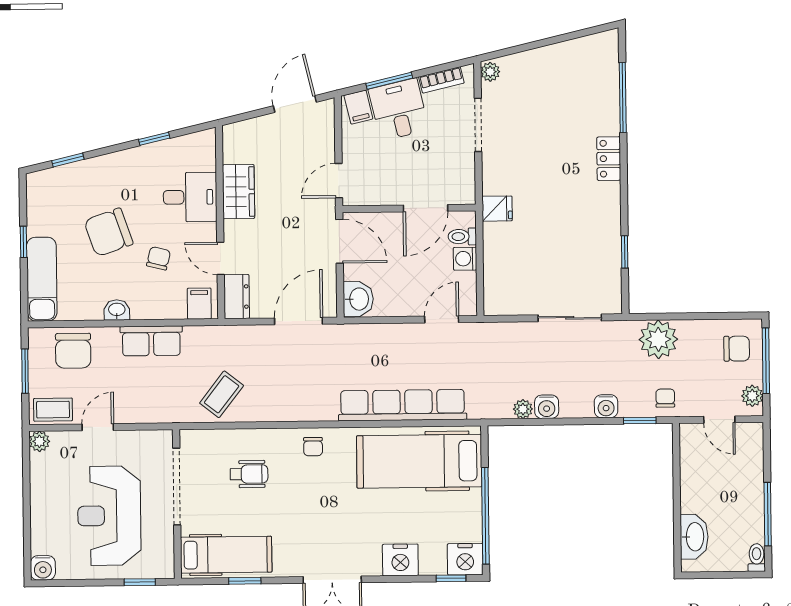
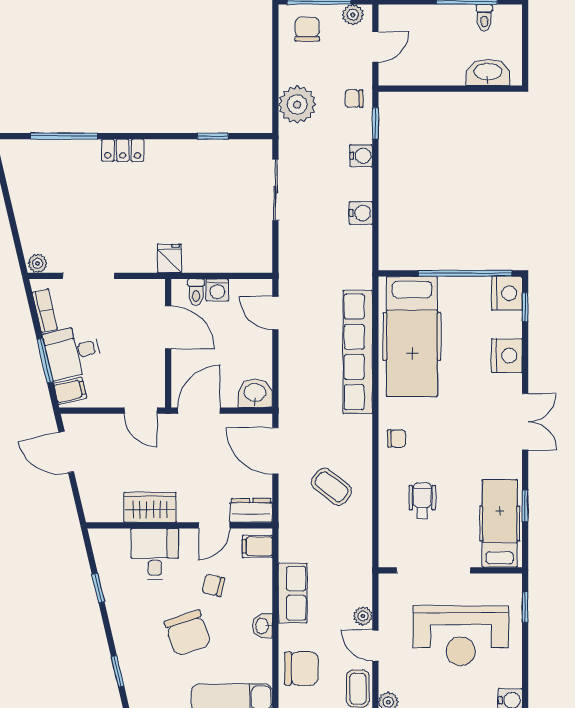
coffee table: (222, 394) -> (331, 487), moved
plant: (523, 409) -> (363, 616), moved
toilet: (757, 558) -> (484, 18), moved, turned -90

